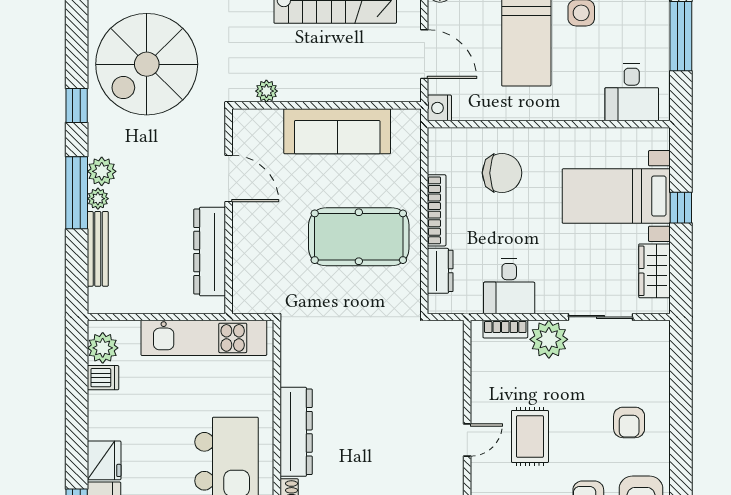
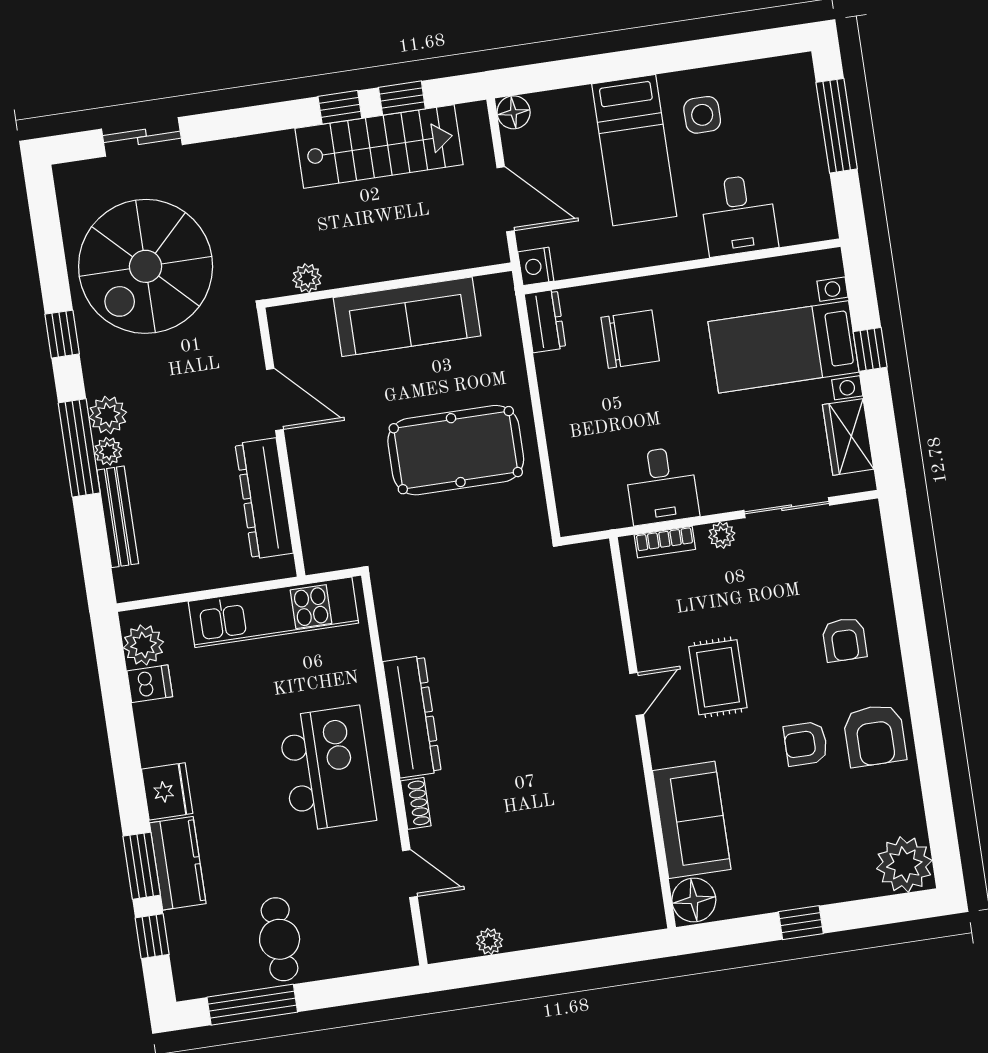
desk: (632, 92) -> (739, 215), moved
bookcase: (437, 210) -> (552, 401), removed
dresser: (440, 271) -> (545, 321), moved
plant: (549, 339) -> (722, 535), width x0.53, depth x0.53

